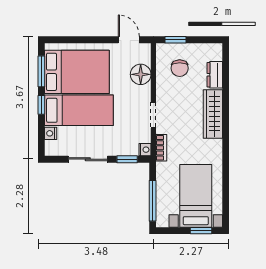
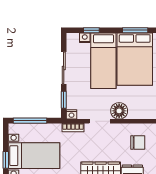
chair: (180, 68) -> (138, 143), turned 180
floor lamp: (141, 74) -> (119, 111), moved
window: (41, 105) -> (91, 30), moved

